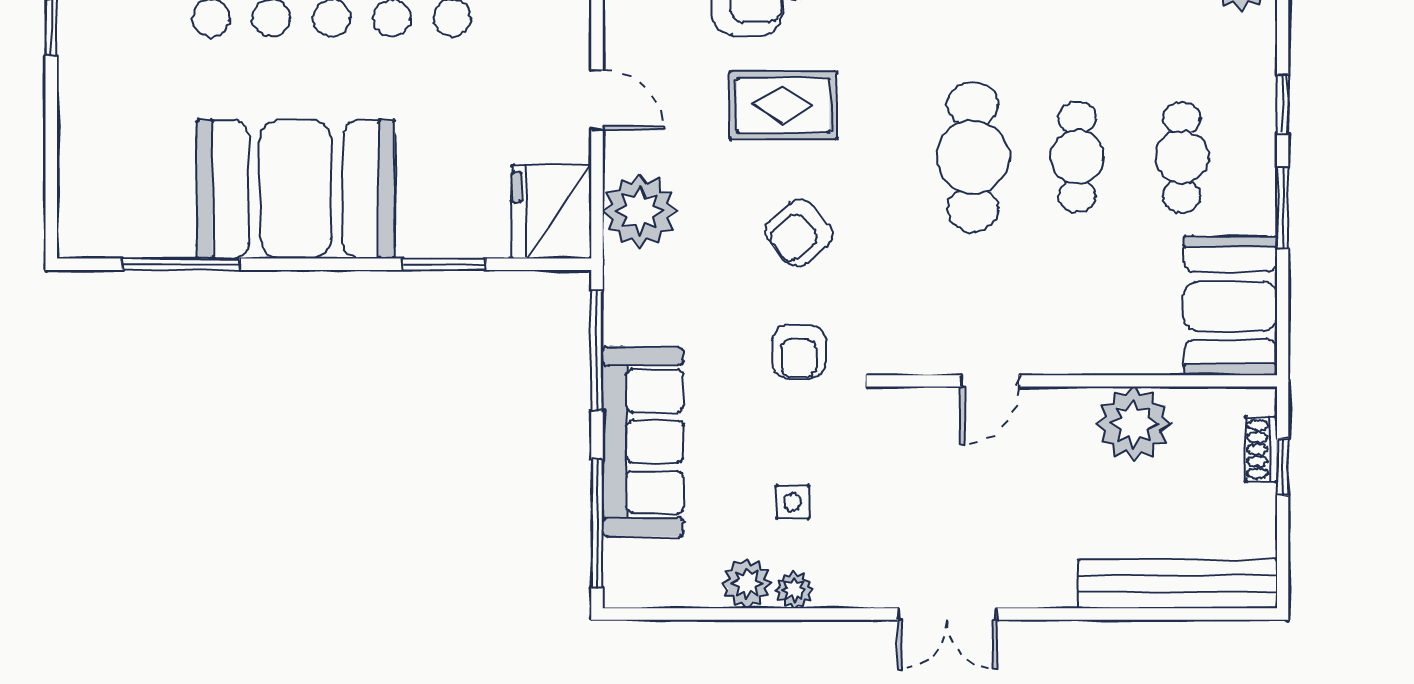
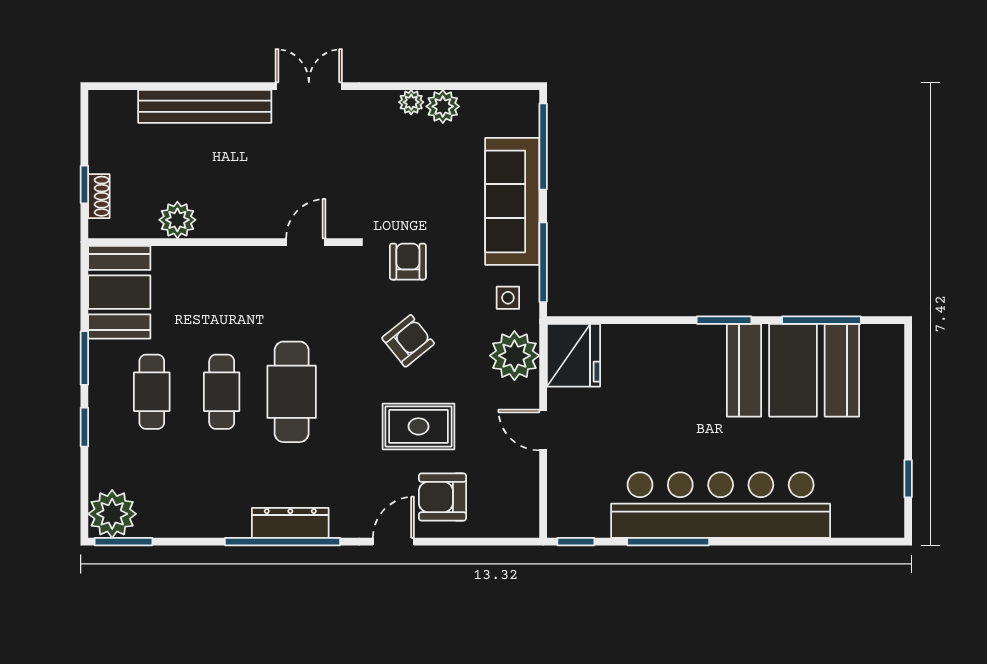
booth: (296, 189) -> (793, 370), moved
window: (444, 264) -> (724, 320), moved
door: (990, 381) -> (306, 242), moved
plant: (1134, 424) -> (177, 220), width x0.73, depth x0.73
side table: (793, 502) -> (508, 298), moved
bench: (1178, 584) -> (205, 106), moved

